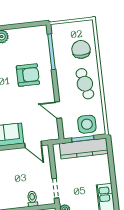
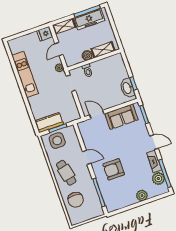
door: (58, 110) -> (87, 157), moved
kitchen counter: (84, 148) -> (49, 123), width x0.67

